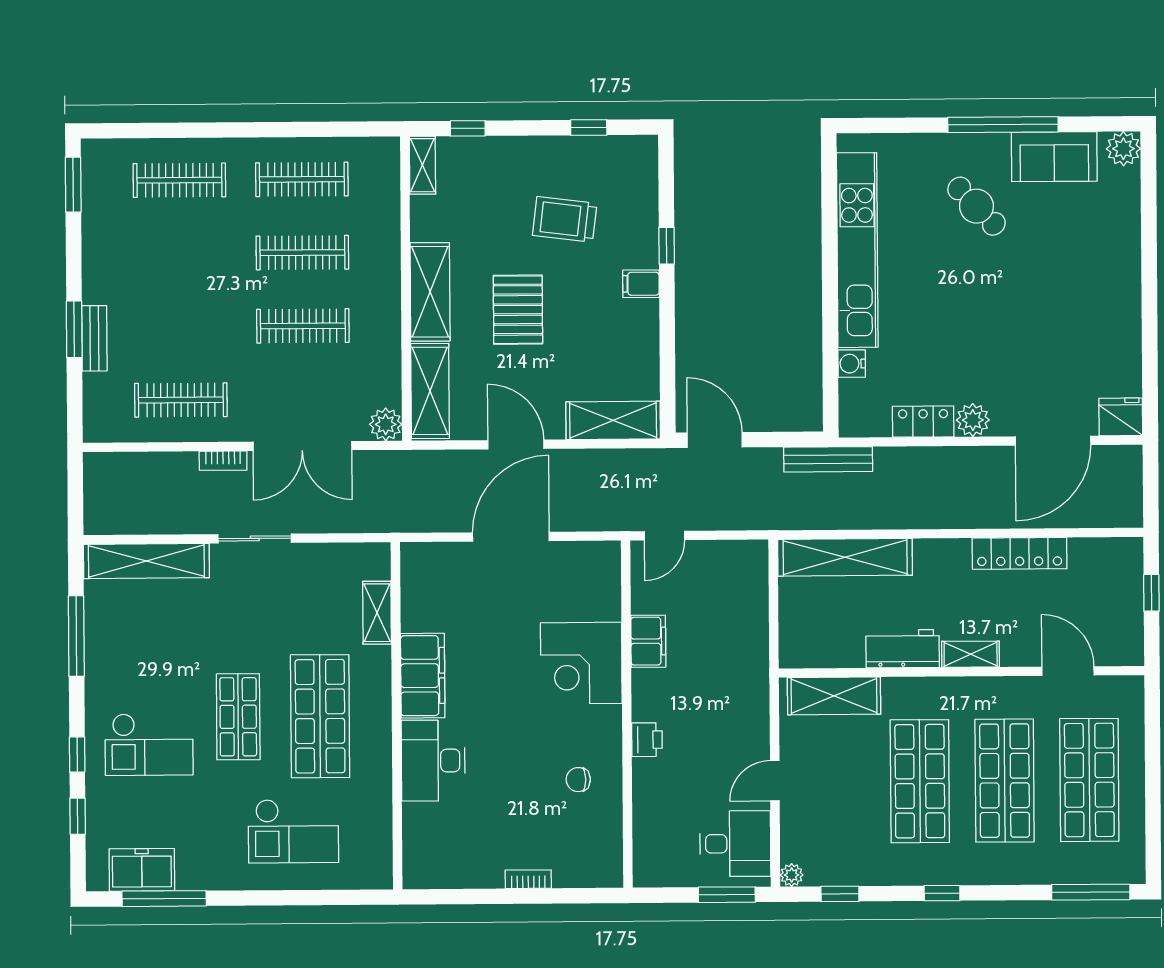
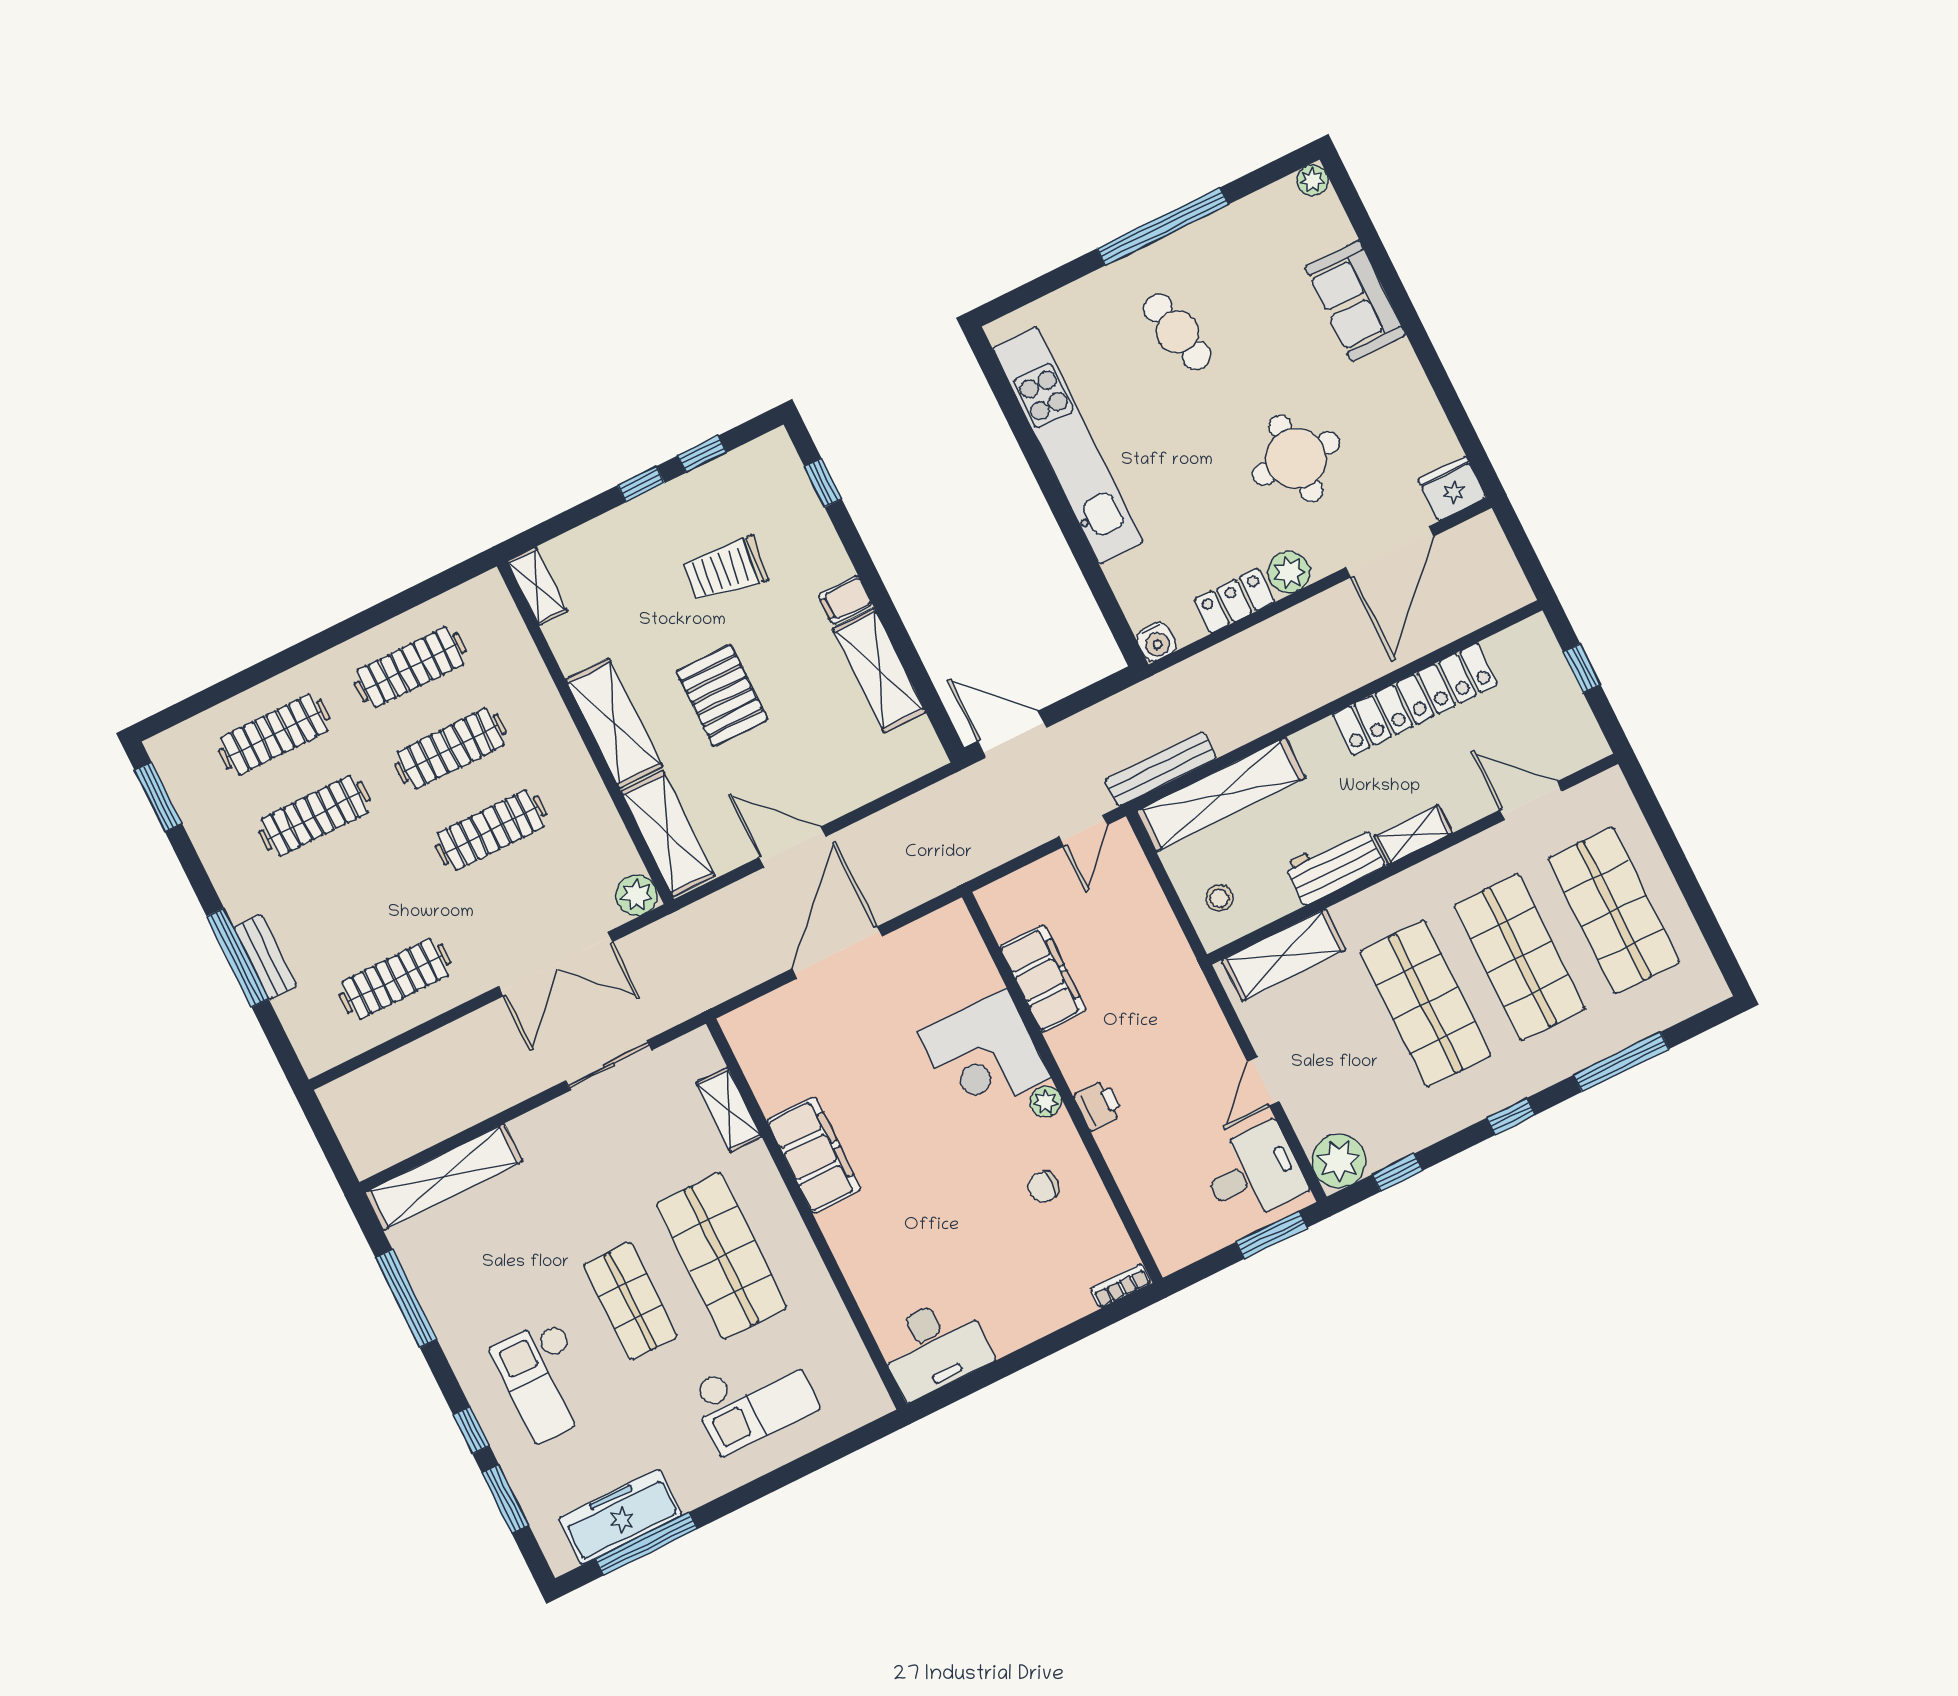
window: (468, 128) -> (641, 484), moved
plant: (1123, 149) -> (1313, 180), width x0.73, depth x0.73
sofa: (1054, 157) -> (1355, 301), moved, turned 90
cafe table: (976, 206) -> (1177, 332), turned 31
window: (667, 246) -> (823, 483), moved
clothes rail: (180, 253) -> (315, 816), added
window: (74, 329) -> (238, 958), width x1.44
round table: (1018, 340) -> (1296, 458), added
water cooler: (852, 364) -> (1156, 642), moved, turned -90
shelving: (613, 420) -> (879, 670), moved, turned 90
bench: (828, 459) -> (1161, 769), moved
bookcase: (223, 461) -> (475, 1024), removed
door: (664, 536) -> (1083, 831), moved
sliding door: (255, 538) -> (609, 1065), moved
locker: (1020, 553) -> (1415, 699), width x1.41, depth x1.21
stool: (808, 632) -> (1219, 898), added
filing cabinet: (648, 641) -> (1043, 978), width x1.50, depth x1.17
plant: (610, 718) -> (1046, 1102), added
checkout: (149, 744) -> (546, 1380), turned 90
desk: (433, 761) -> (934, 1347), moved, turned -90
window: (78, 816) -> (505, 1499), width x1.50
freezer: (142, 870) -> (620, 1517), width x1.40
plant: (792, 875) -> (1339, 1161), width x1.87, depth x1.87
bookcase: (528, 879) -> (1121, 1286), moved
window: (1091, 892) -> (1621, 1062), moved

